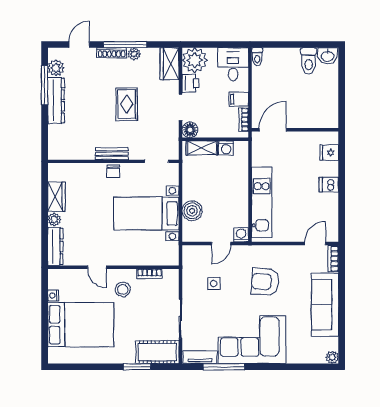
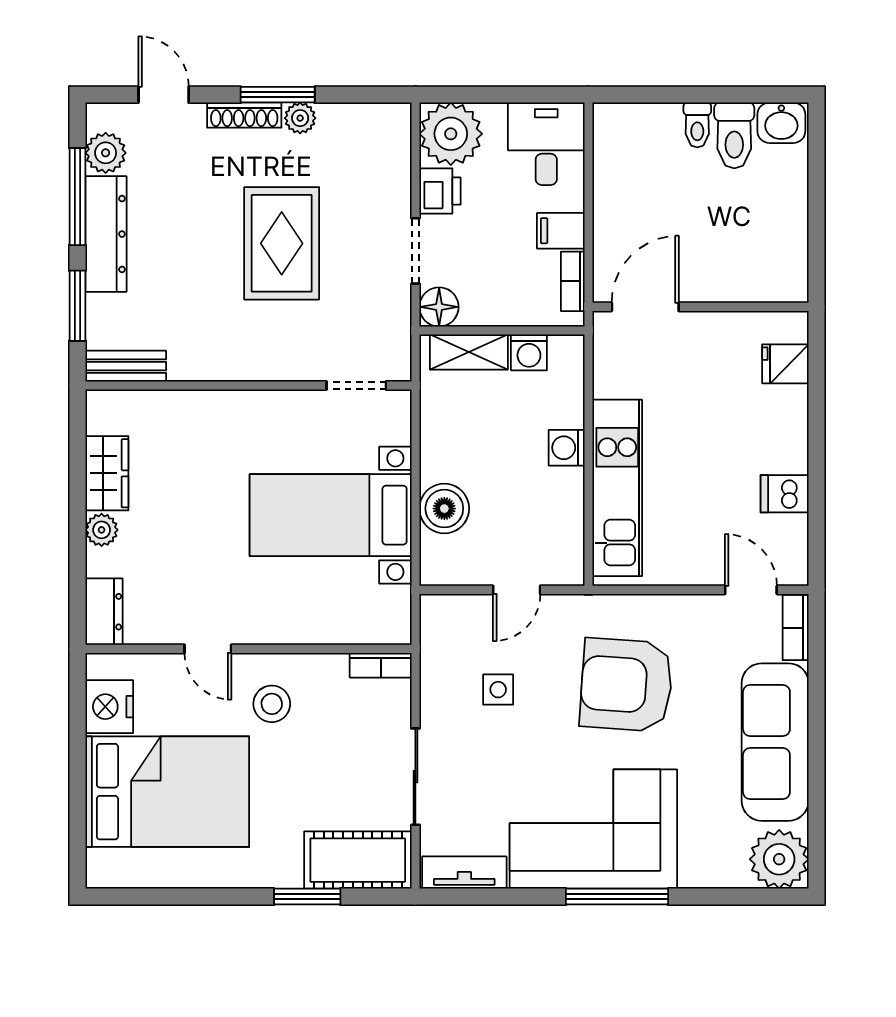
door: (79, 44) -> (164, 95), hinge flipped
window: (125, 44) -> (278, 95), width x0.69
toilet: (257, 57) -> (697, 125), moved
wardrobe: (170, 64) -> (388, 143), removed
rug: (127, 104) -> (282, 243), width x1.36, depth x1.43
window: (45, 129) -> (77, 306), added
bench: (112, 154) -> (126, 366), moved
chair: (113, 171) -> (248, 410), removed
dishwasher: (329, 185) -> (785, 494), moved
washing machine: (241, 235) -> (567, 448), moved, turned -90
door: (315, 244) -> (751, 590), hinge flipped
dresser: (55, 246) -> (104, 612), width x0.70
bookcase: (150, 274) -> (381, 665), moved
armchair: (265, 282) -> (626, 685), width x1.36, depth x1.36
nightstand: (53, 295) -> (109, 707), width x1.89, depth x1.79
plant: (332, 357) -> (779, 859), width x1.88, depth x1.88
window: (224, 367) -> (617, 897), moved

